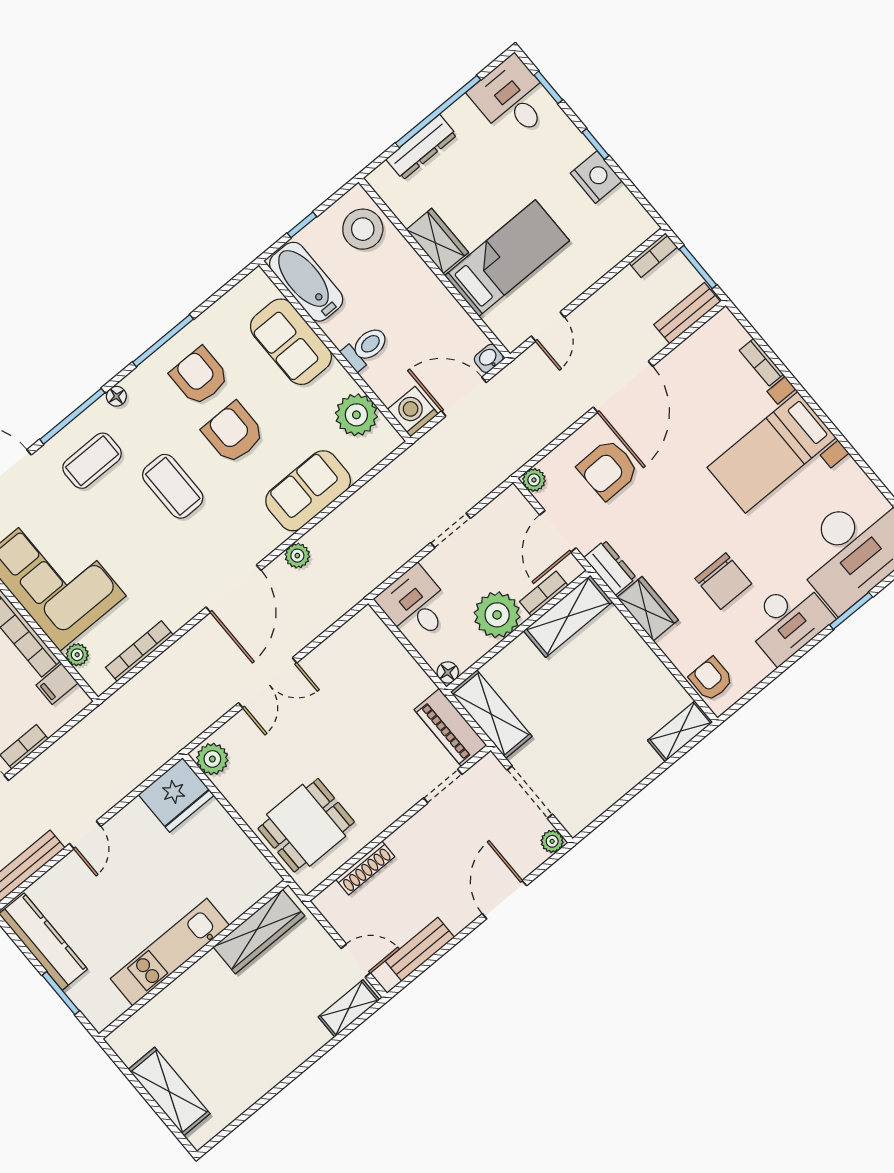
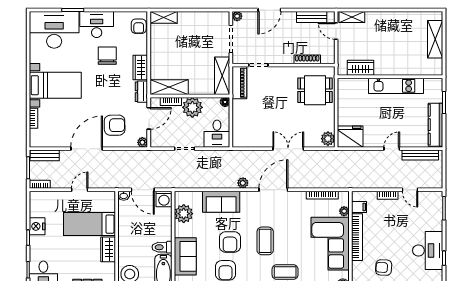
door: (548, 327) -> (80, 190), moved
toilet: (366, 348) -> (162, 247), moved
wardrobe: (259, 931) -> (361, 68), width x0.67

